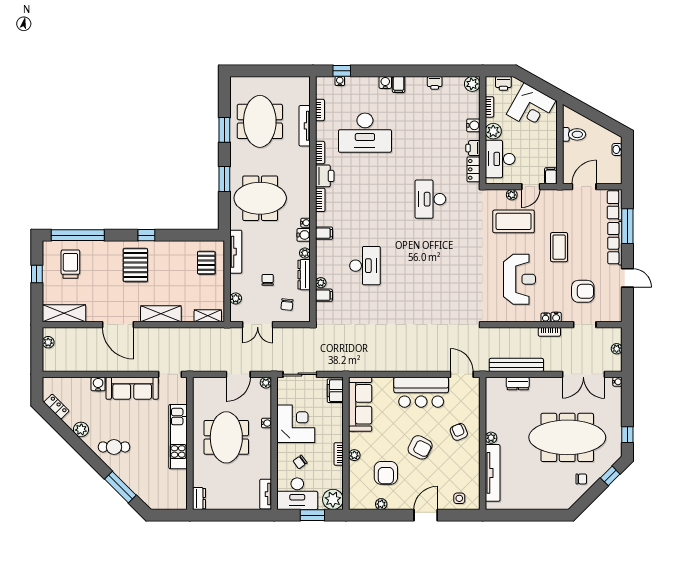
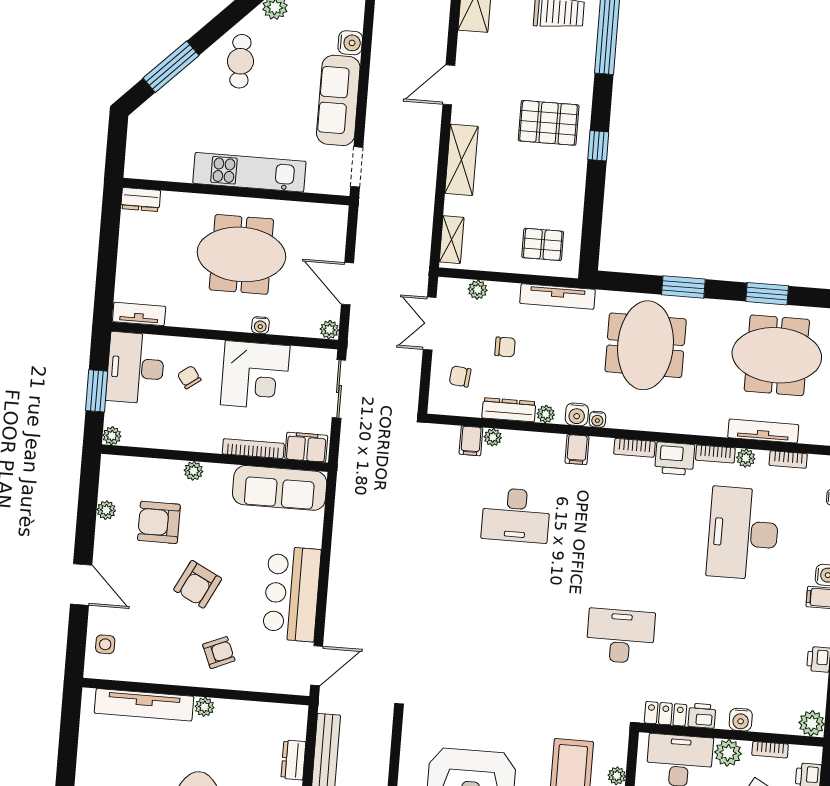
plant: (321, 135) -> (746, 458), added
door: (118, 325) -> (449, 85), width x0.73
bookcase: (339, 454) -> (253, 449), moved, width x1.56
plant: (333, 499) -> (112, 436), width x0.53, depth x0.53

